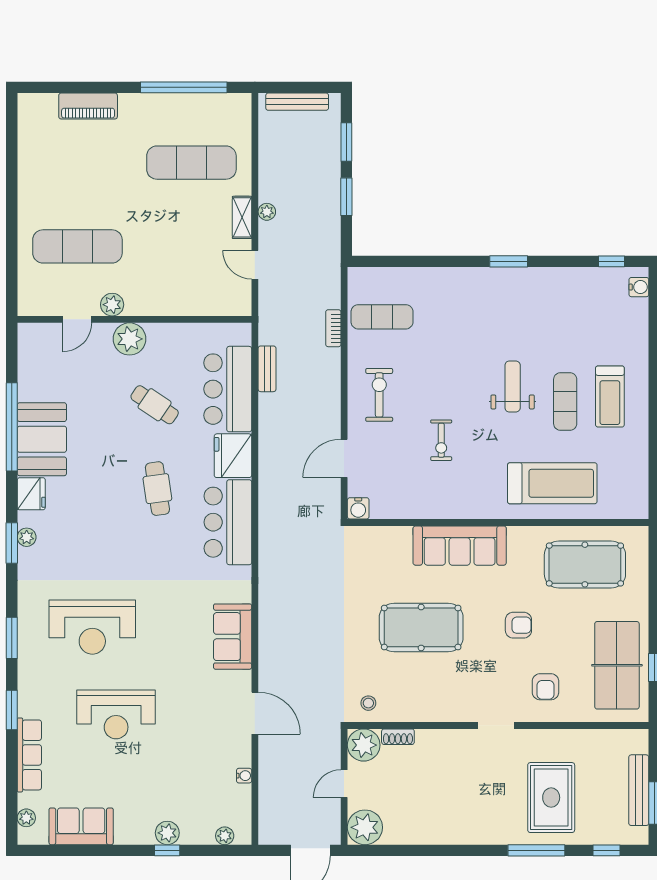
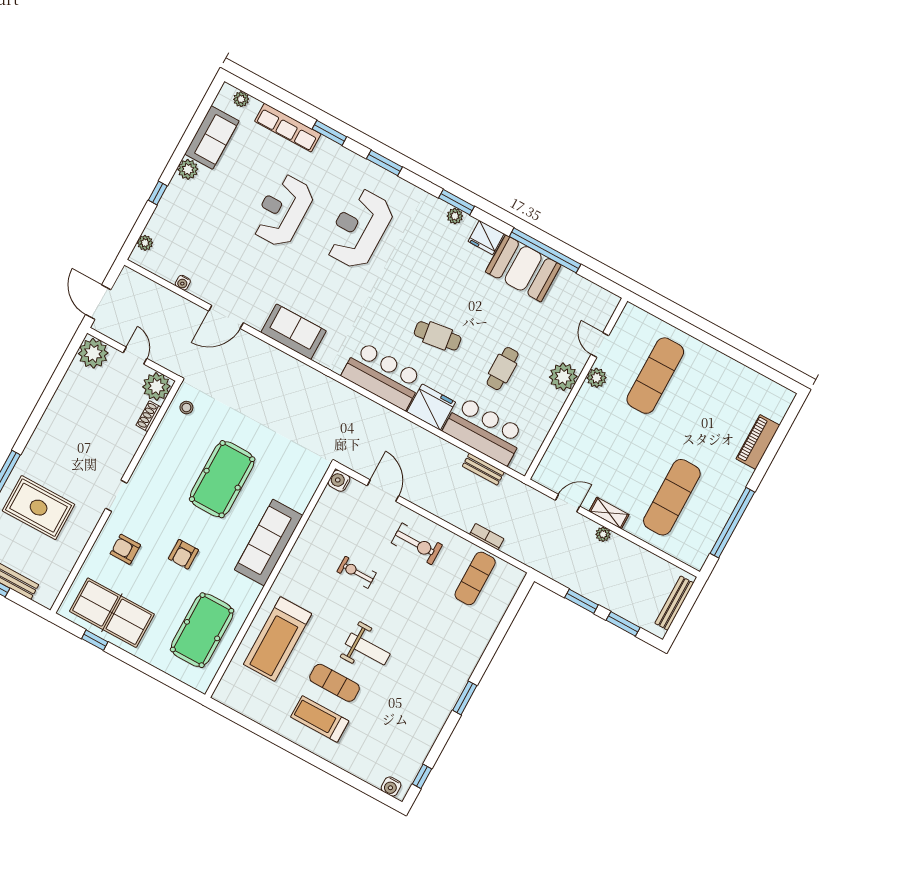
cafe table: (155, 405) -> (503, 369), turned -34
plant: (167, 833) -> (188, 169), moved

